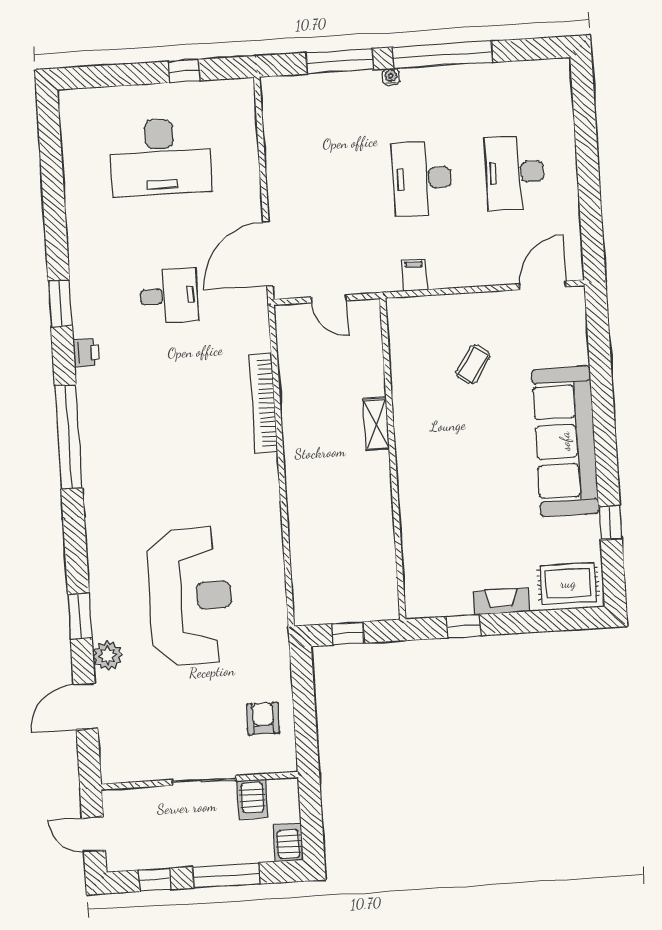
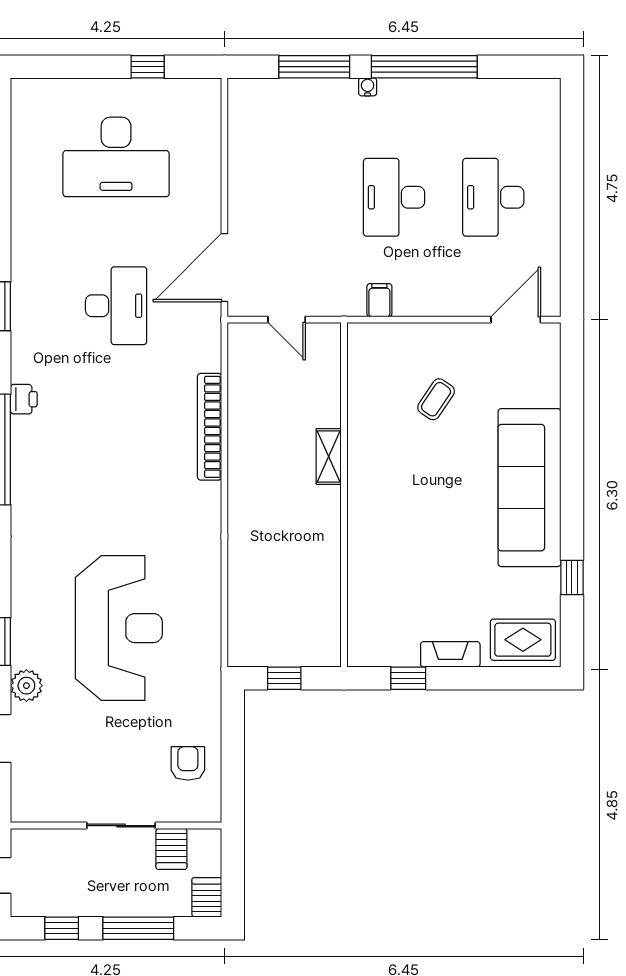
desk: (169, 296) -> (116, 306), width x1.37
printer: (86, 353) -> (24, 399), moved

